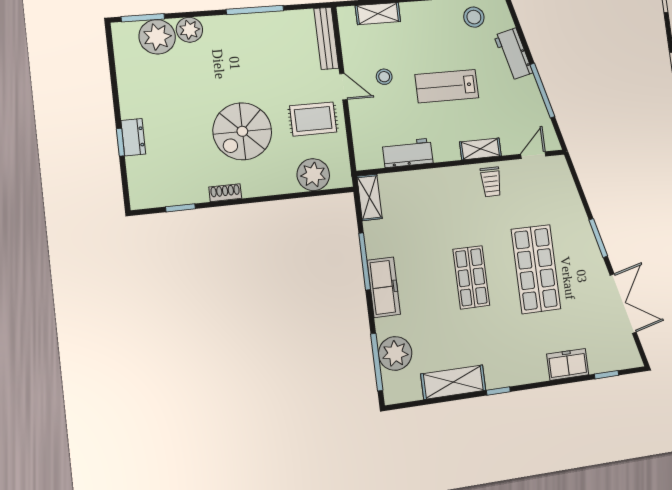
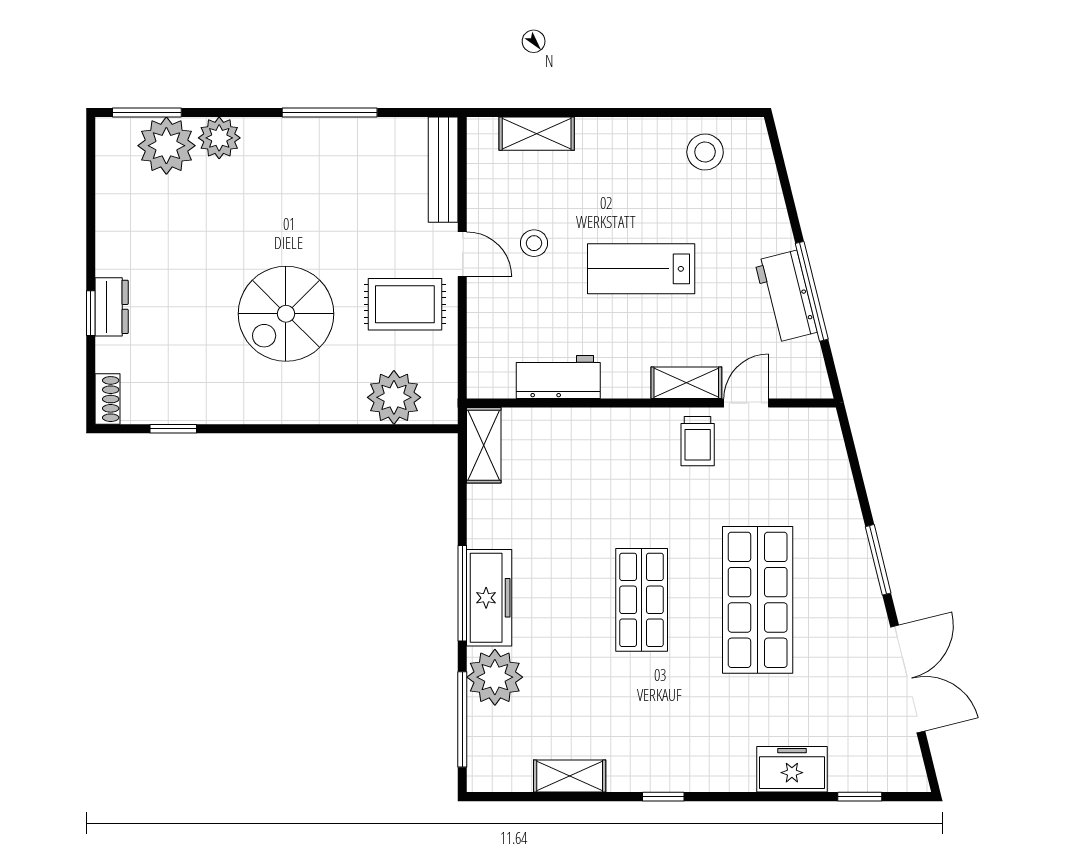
workbench: (513, 54) -> (786, 296), moved
door: (533, 155) -> (746, 403), moved
shoe rack: (225, 193) -> (107, 399), moved, turned 90
window: (365, 261) -> (462, 593), moved
plant: (395, 353) -> (495, 677), moved
shelving: (453, 382) -> (570, 776), width x0.67, depth x0.75

